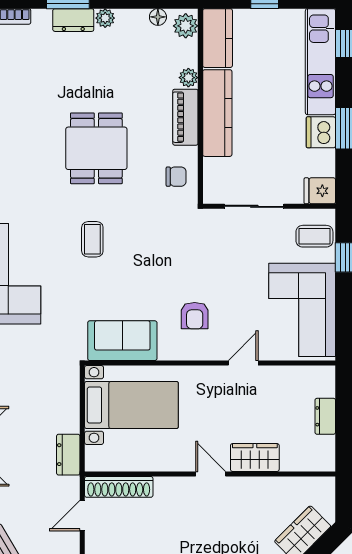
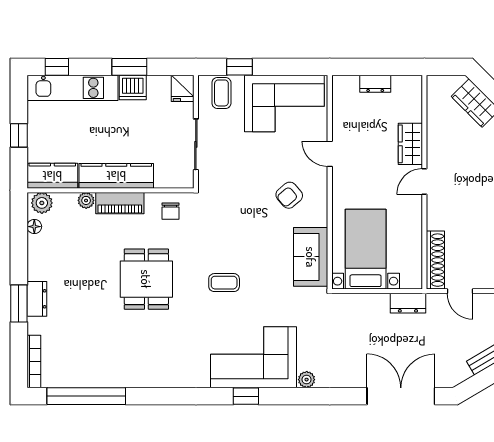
plant: (105, 18) -> (35, 272), removed
dining table: (96, 148) -> (146, 279), turned 90
chair: (176, 177) -> (171, 211), turned 180
armchair: (195, 316) -> (289, 195), turned 139

